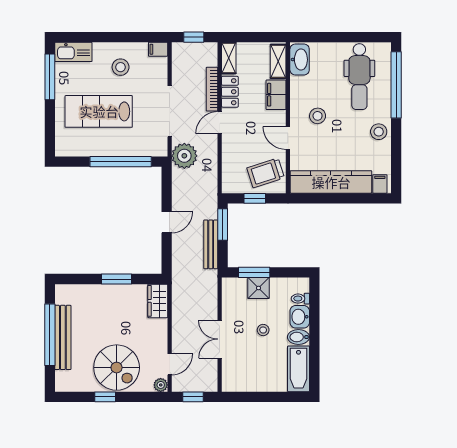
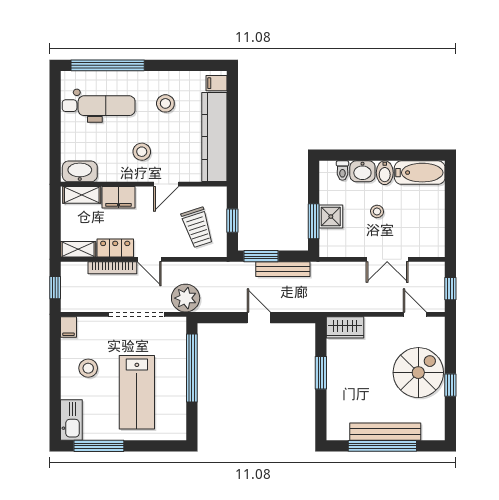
stool: (379, 132) -> (165, 103), moved
trolley: (266, 173) -> (197, 227), moved
plant: (161, 385) -> (437, 324), removed

